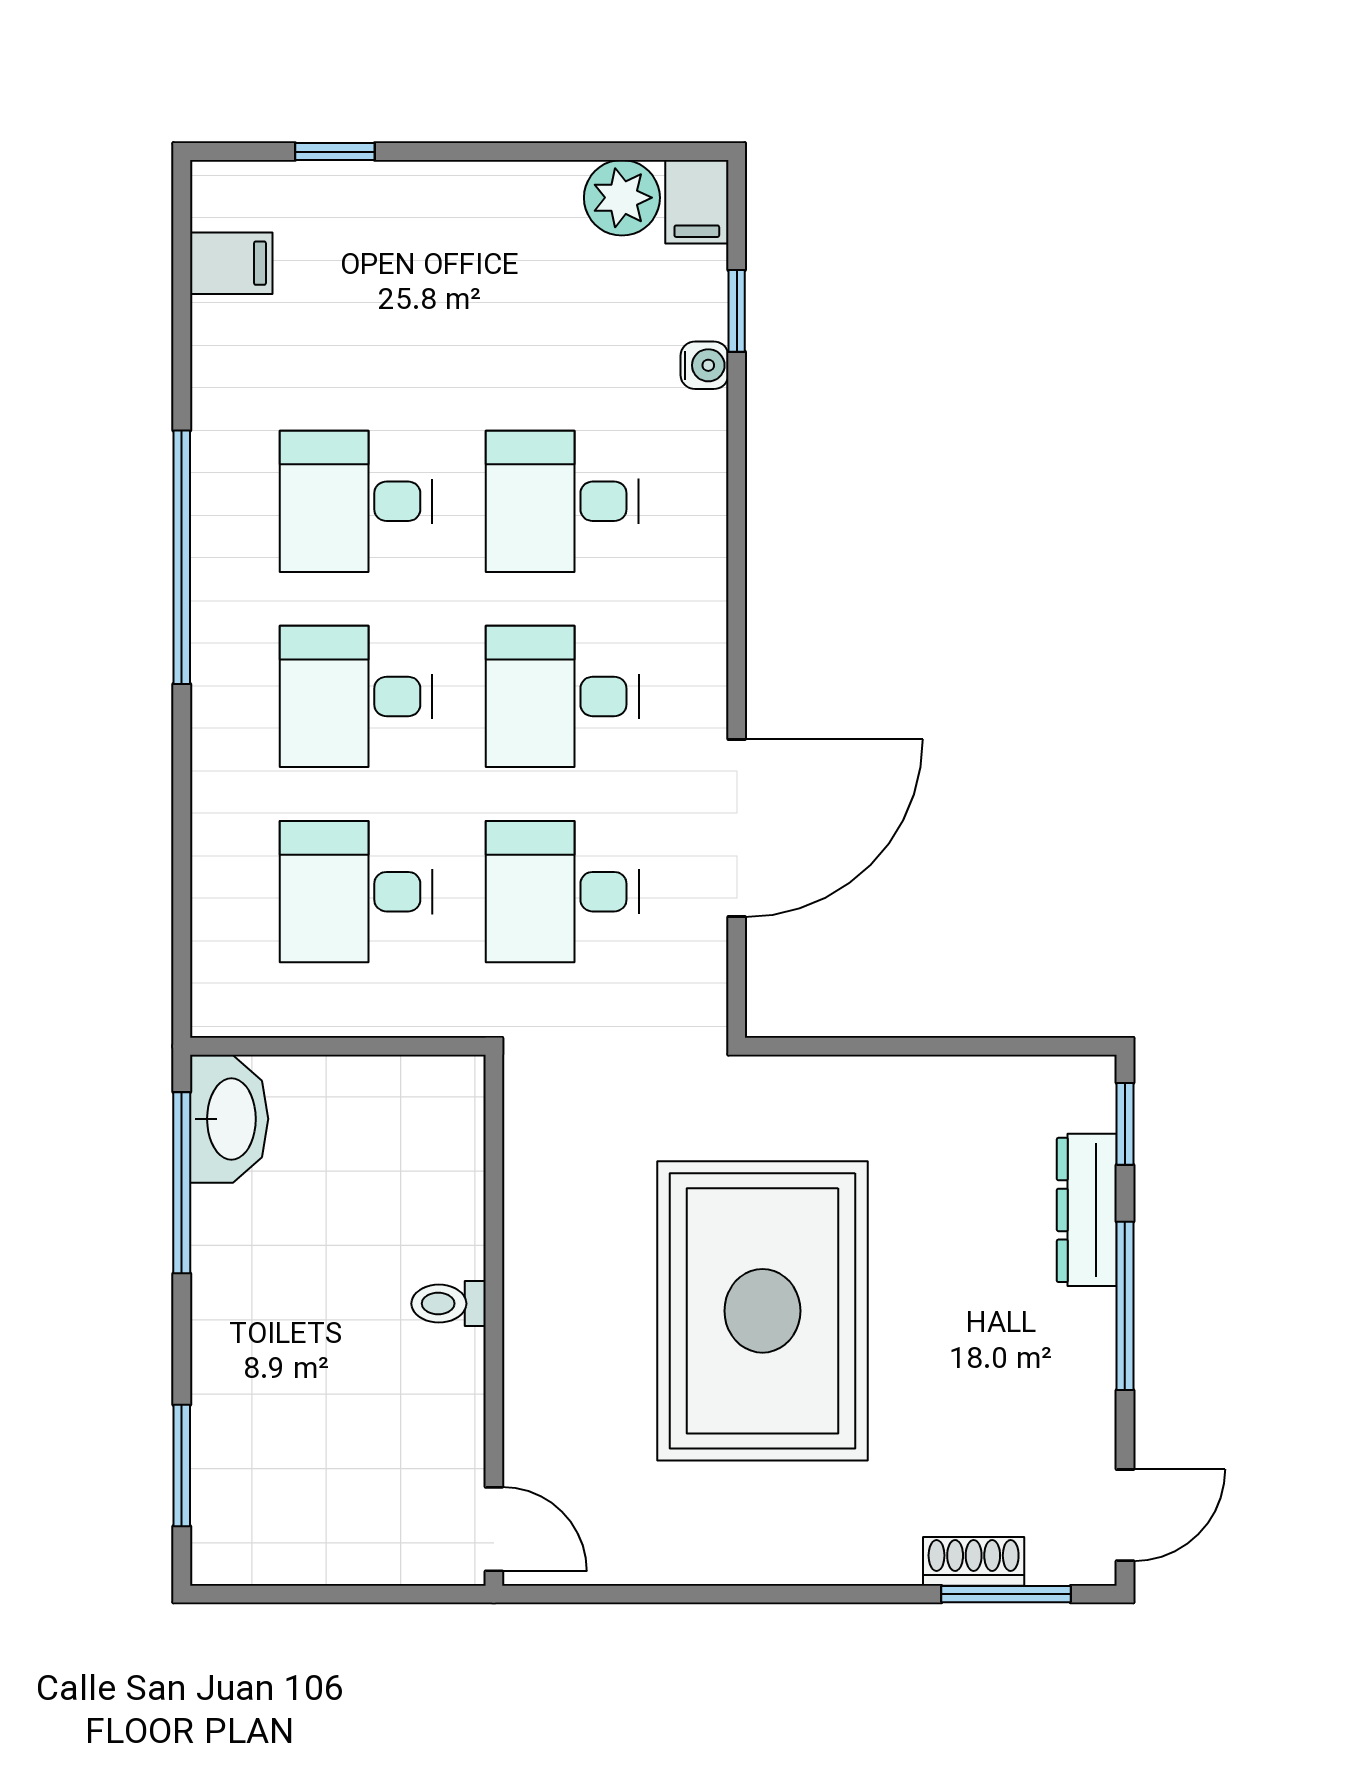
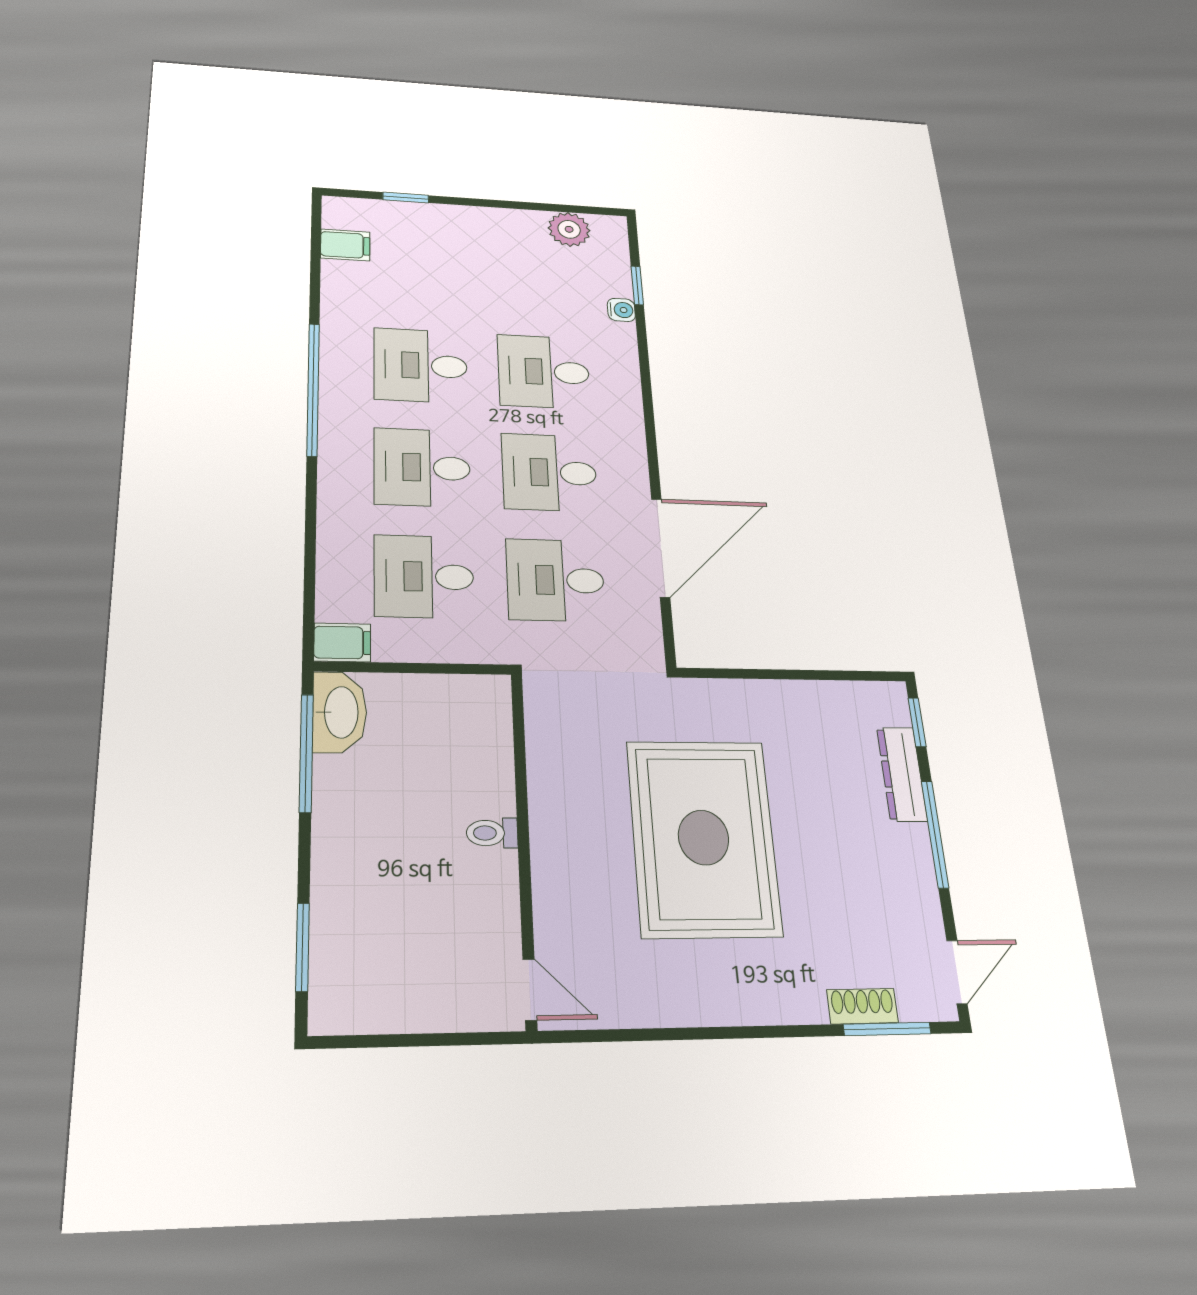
filing cabinet: (697, 202) -> (342, 643), moved, turned -90

